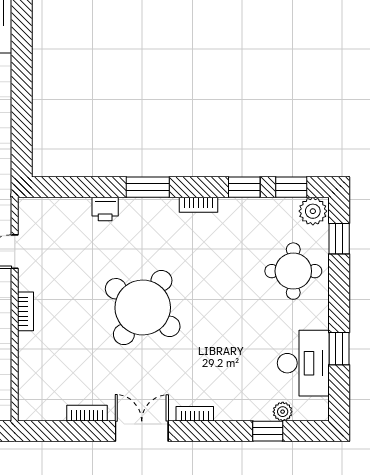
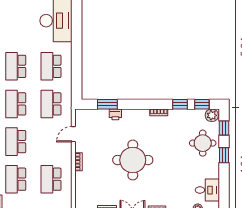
window: (148, 187) -> (107, 104), moved
round table: (143, 308) -> (133, 160), turned -35
window: (339, 349) -> (224, 155), moved
desk: (303, 363) -> (207, 190), width x0.73

